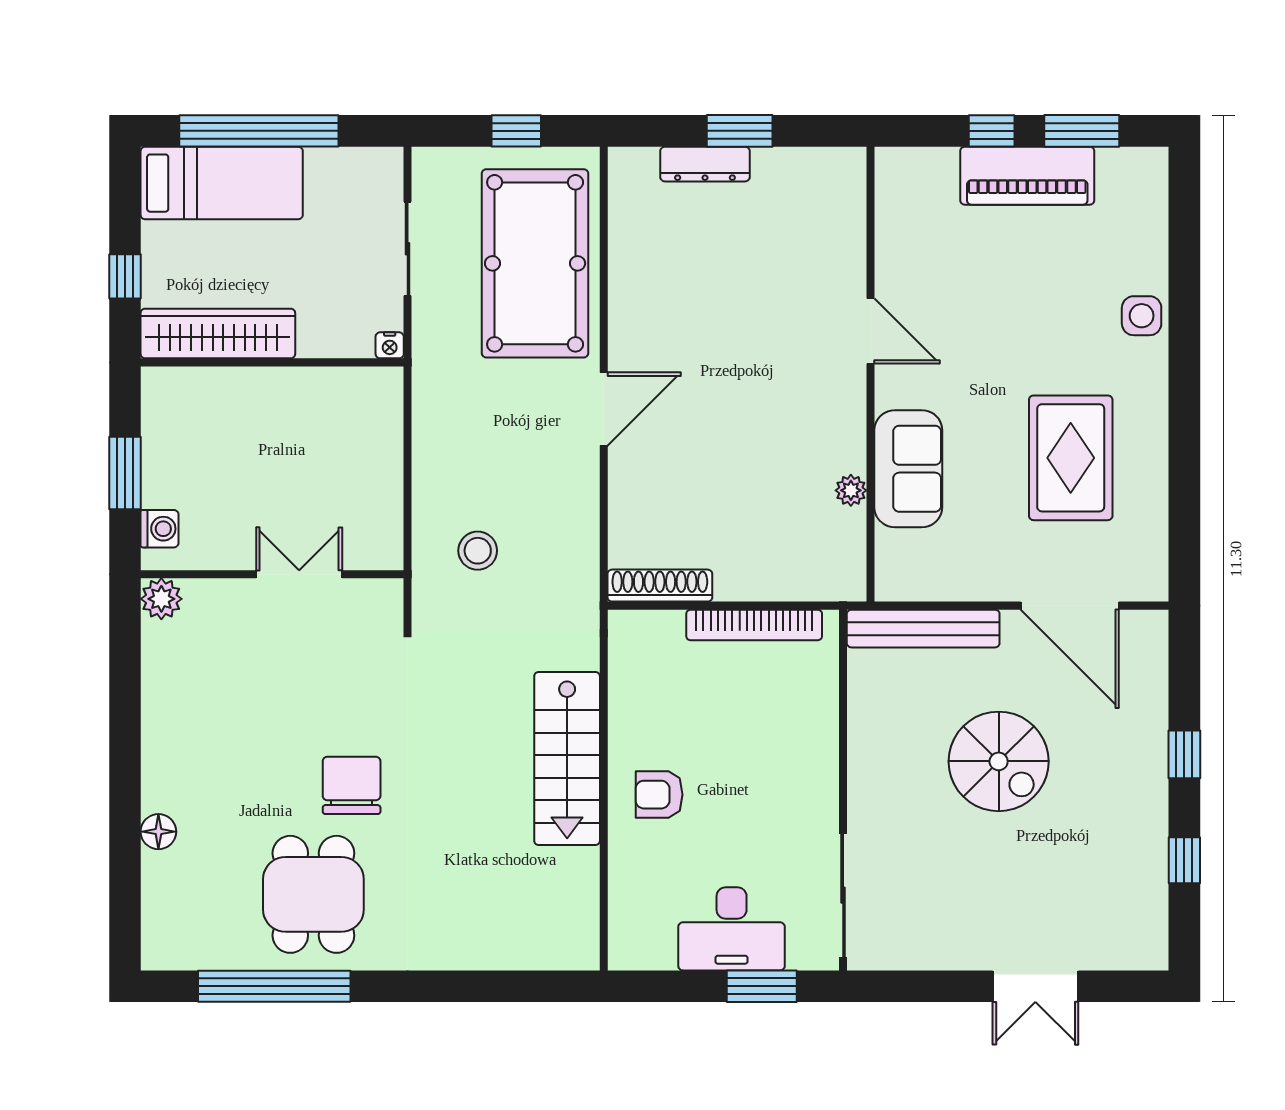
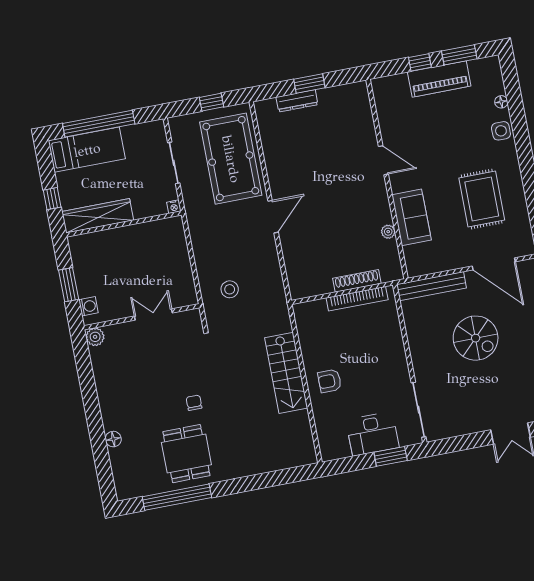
floor lamp: (1154, 252) -> (501, 102), added
shoe rack: (660, 586) -> (357, 281), moved
chair: (352, 785) -> (194, 403), width x0.54, depth x0.54

